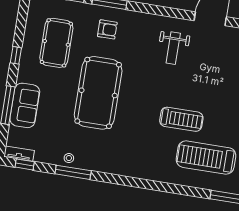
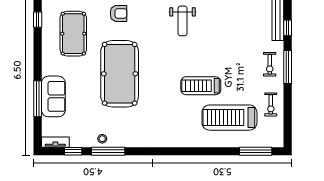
window: (16, 55) -> (38, 20), moved
treadmill: (181, 119) -> (201, 86), turned 180
window: (25, 164) -> (73, 151), moved

